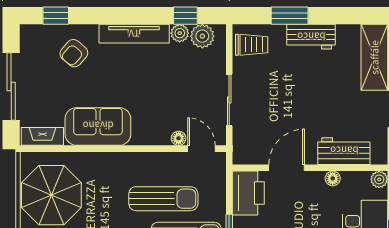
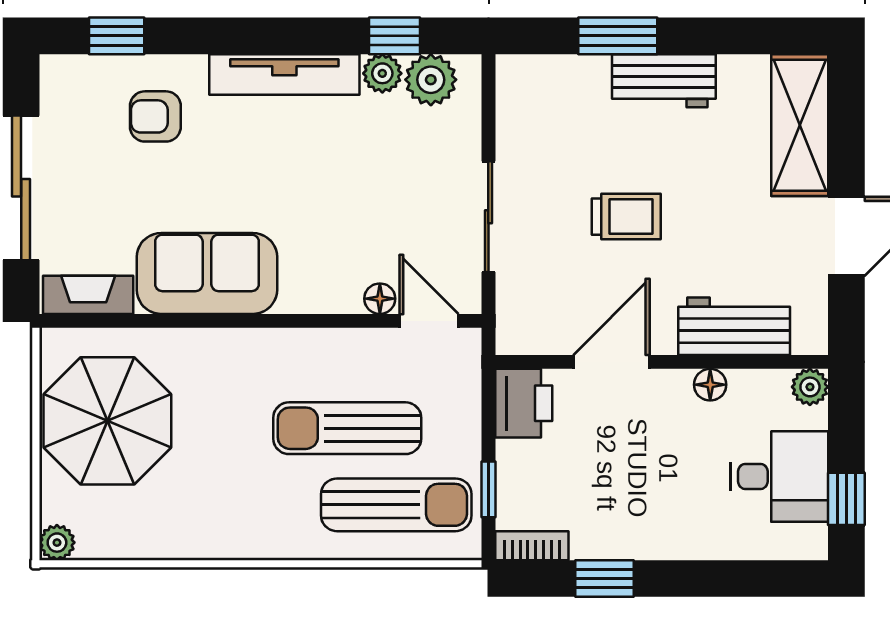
trolley: (252, 45) -> (626, 217), moved
armchair: (74, 53) -> (155, 116), turned 49
printer: (248, 193) -> (524, 403), width x0.73, depth x0.84
sun lounger: (163, 199) -> (347, 428), turned 180

